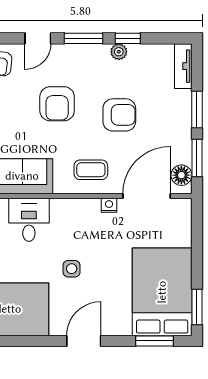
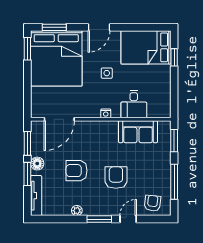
window: (128, 38) -> (71, 219), removed
tv unit: (183, 66) -> (36, 196), width x1.41
coffee table: (91, 170) -> (95, 136), removed
floor lamp: (181, 175) -> (37, 164), moved
nightstand: (109, 205) -> (106, 113), moved
bed: (162, 292) -> (56, 58), width x1.36

